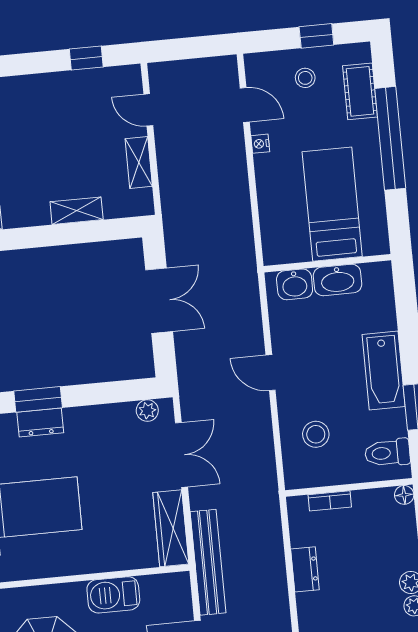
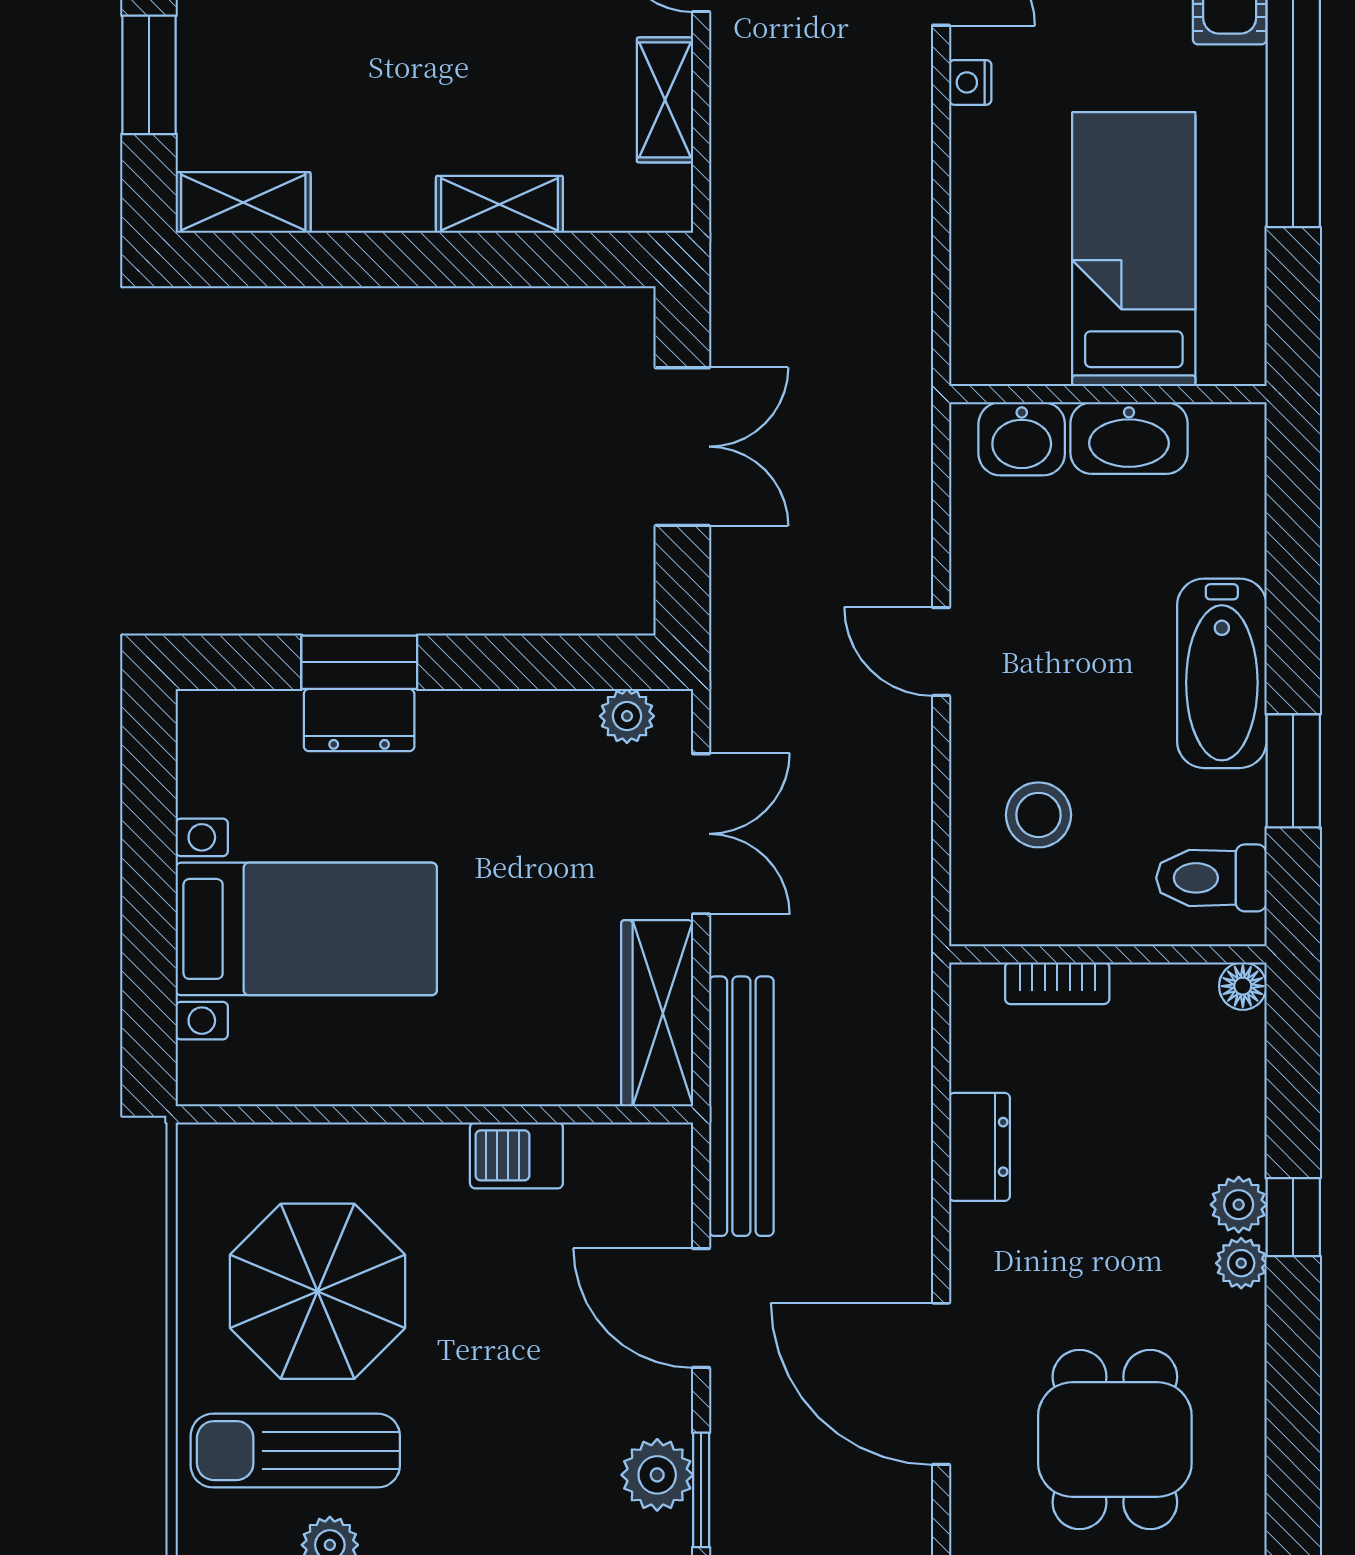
barbecue: (113, 595) -> (516, 1155), width x0.73, depth x0.79

